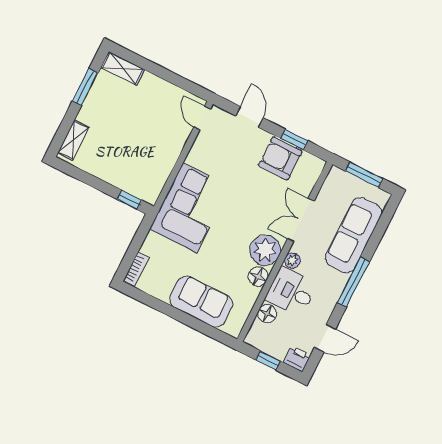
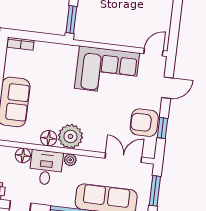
armchair: (280, 158) -> (144, 123), turned -90
window: (129, 200) -> (71, 20), width x1.50
corner sofa: (190, 208) -> (107, 71), moved
double door: (301, 220) -> (123, 158), moved

